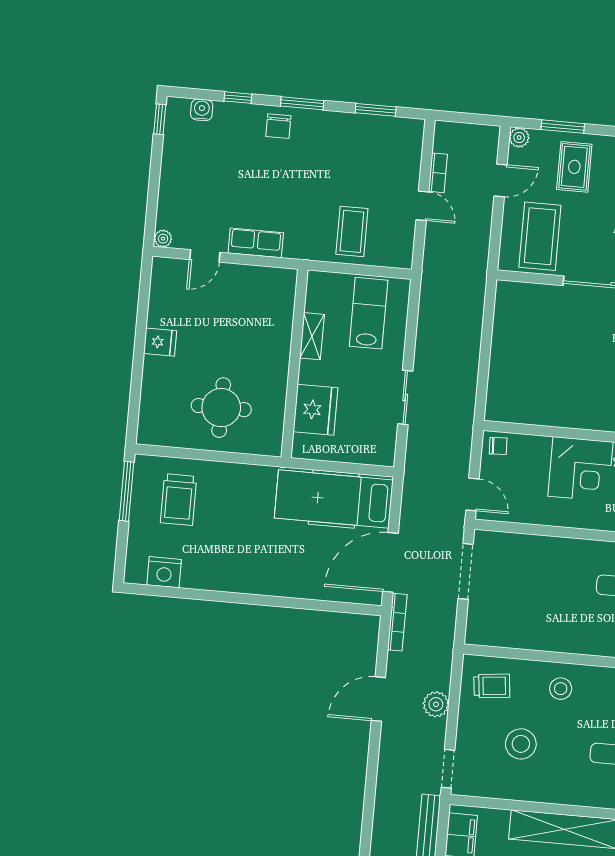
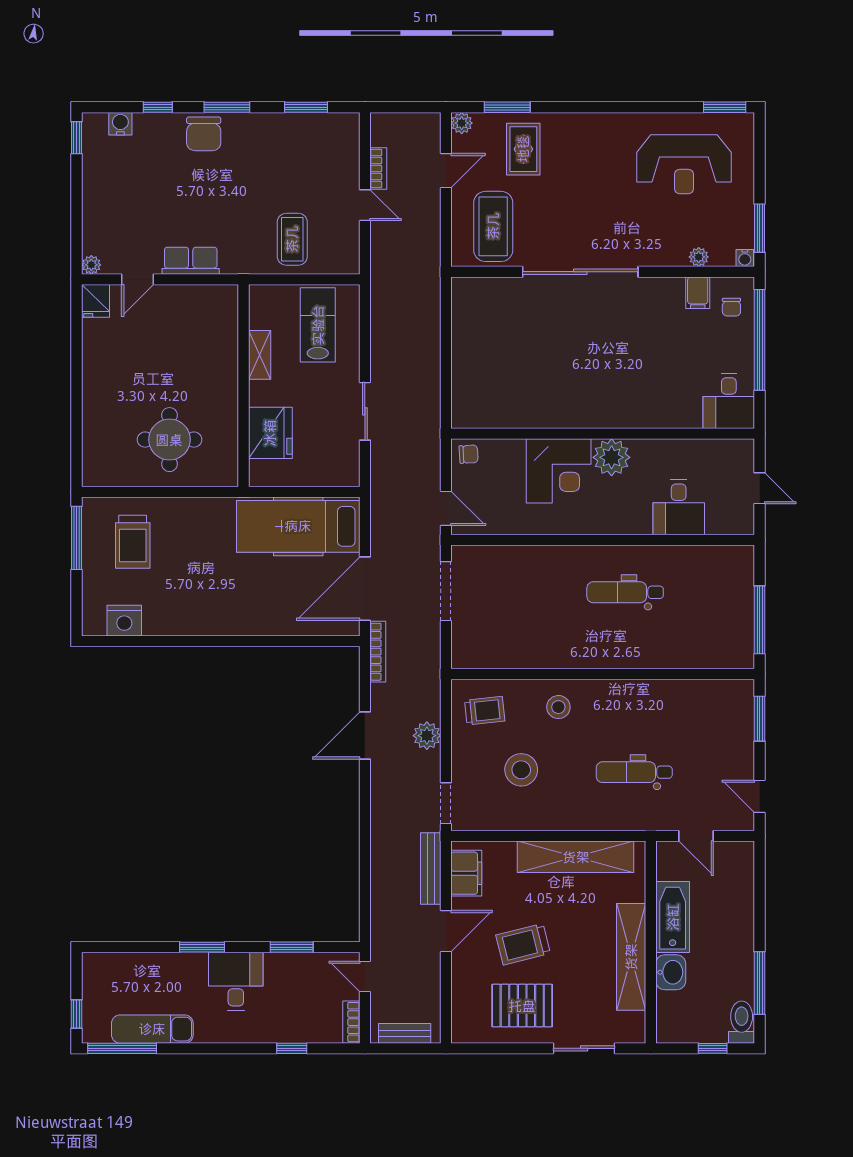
chair: (278, 126) -> (204, 134), width x1.37, depth x1.37
fridge: (160, 342) -> (95, 301), moved, turned 90

